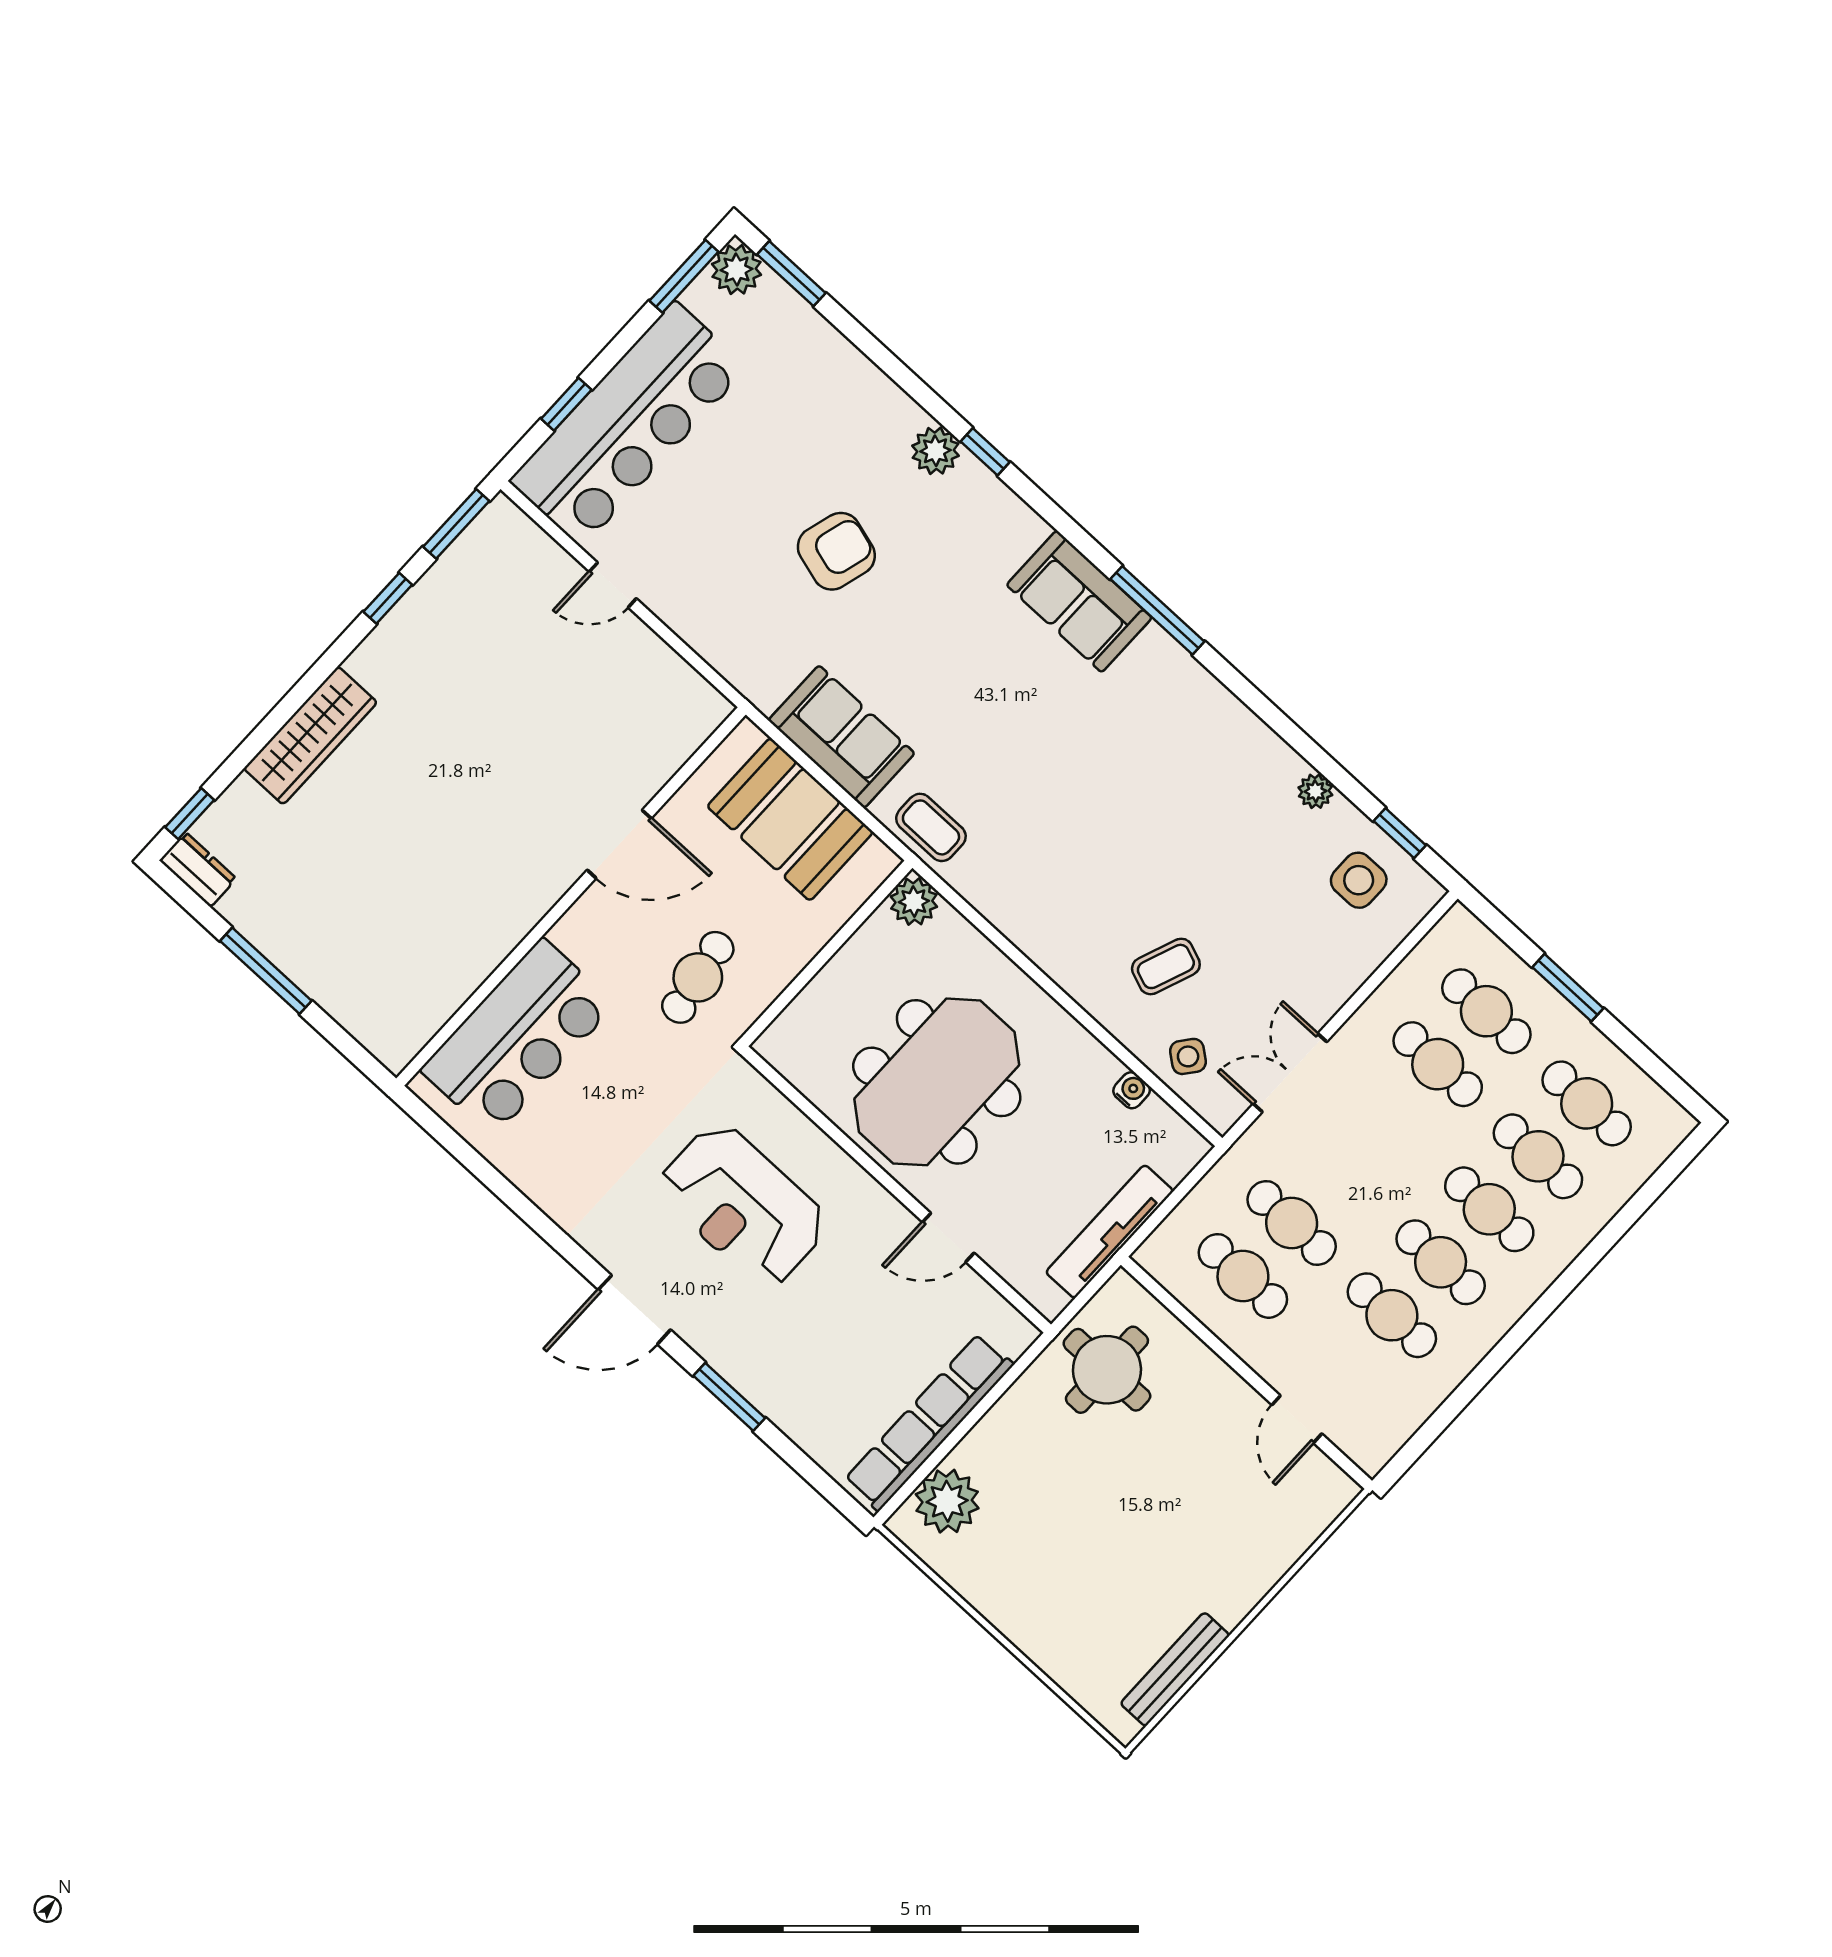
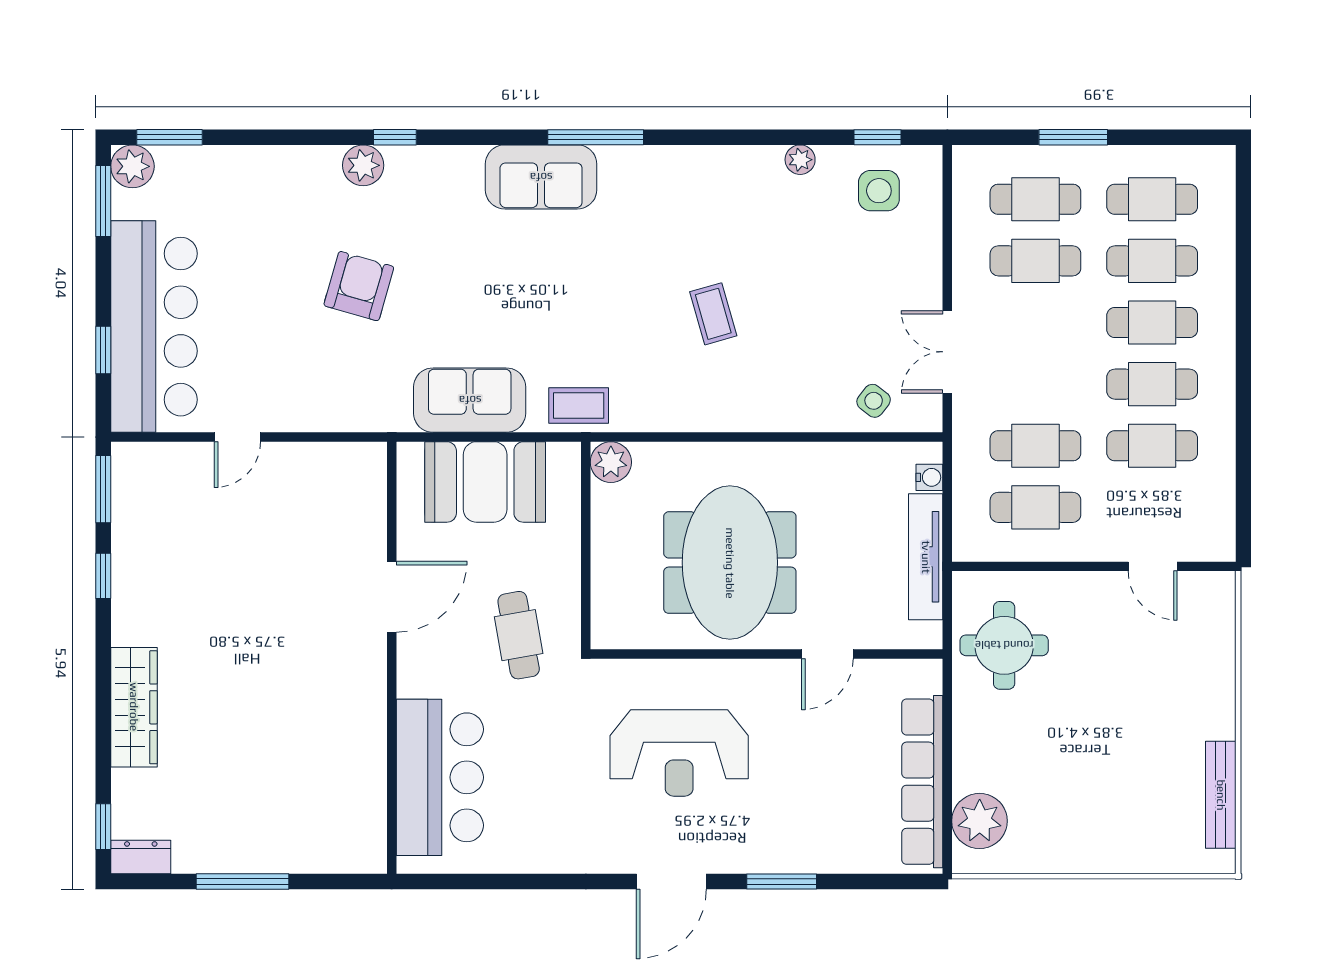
coffee table: (1166, 966) -> (713, 314), moved, turned -37
water cooler: (1132, 1090) -> (929, 477), moved, turned 90

